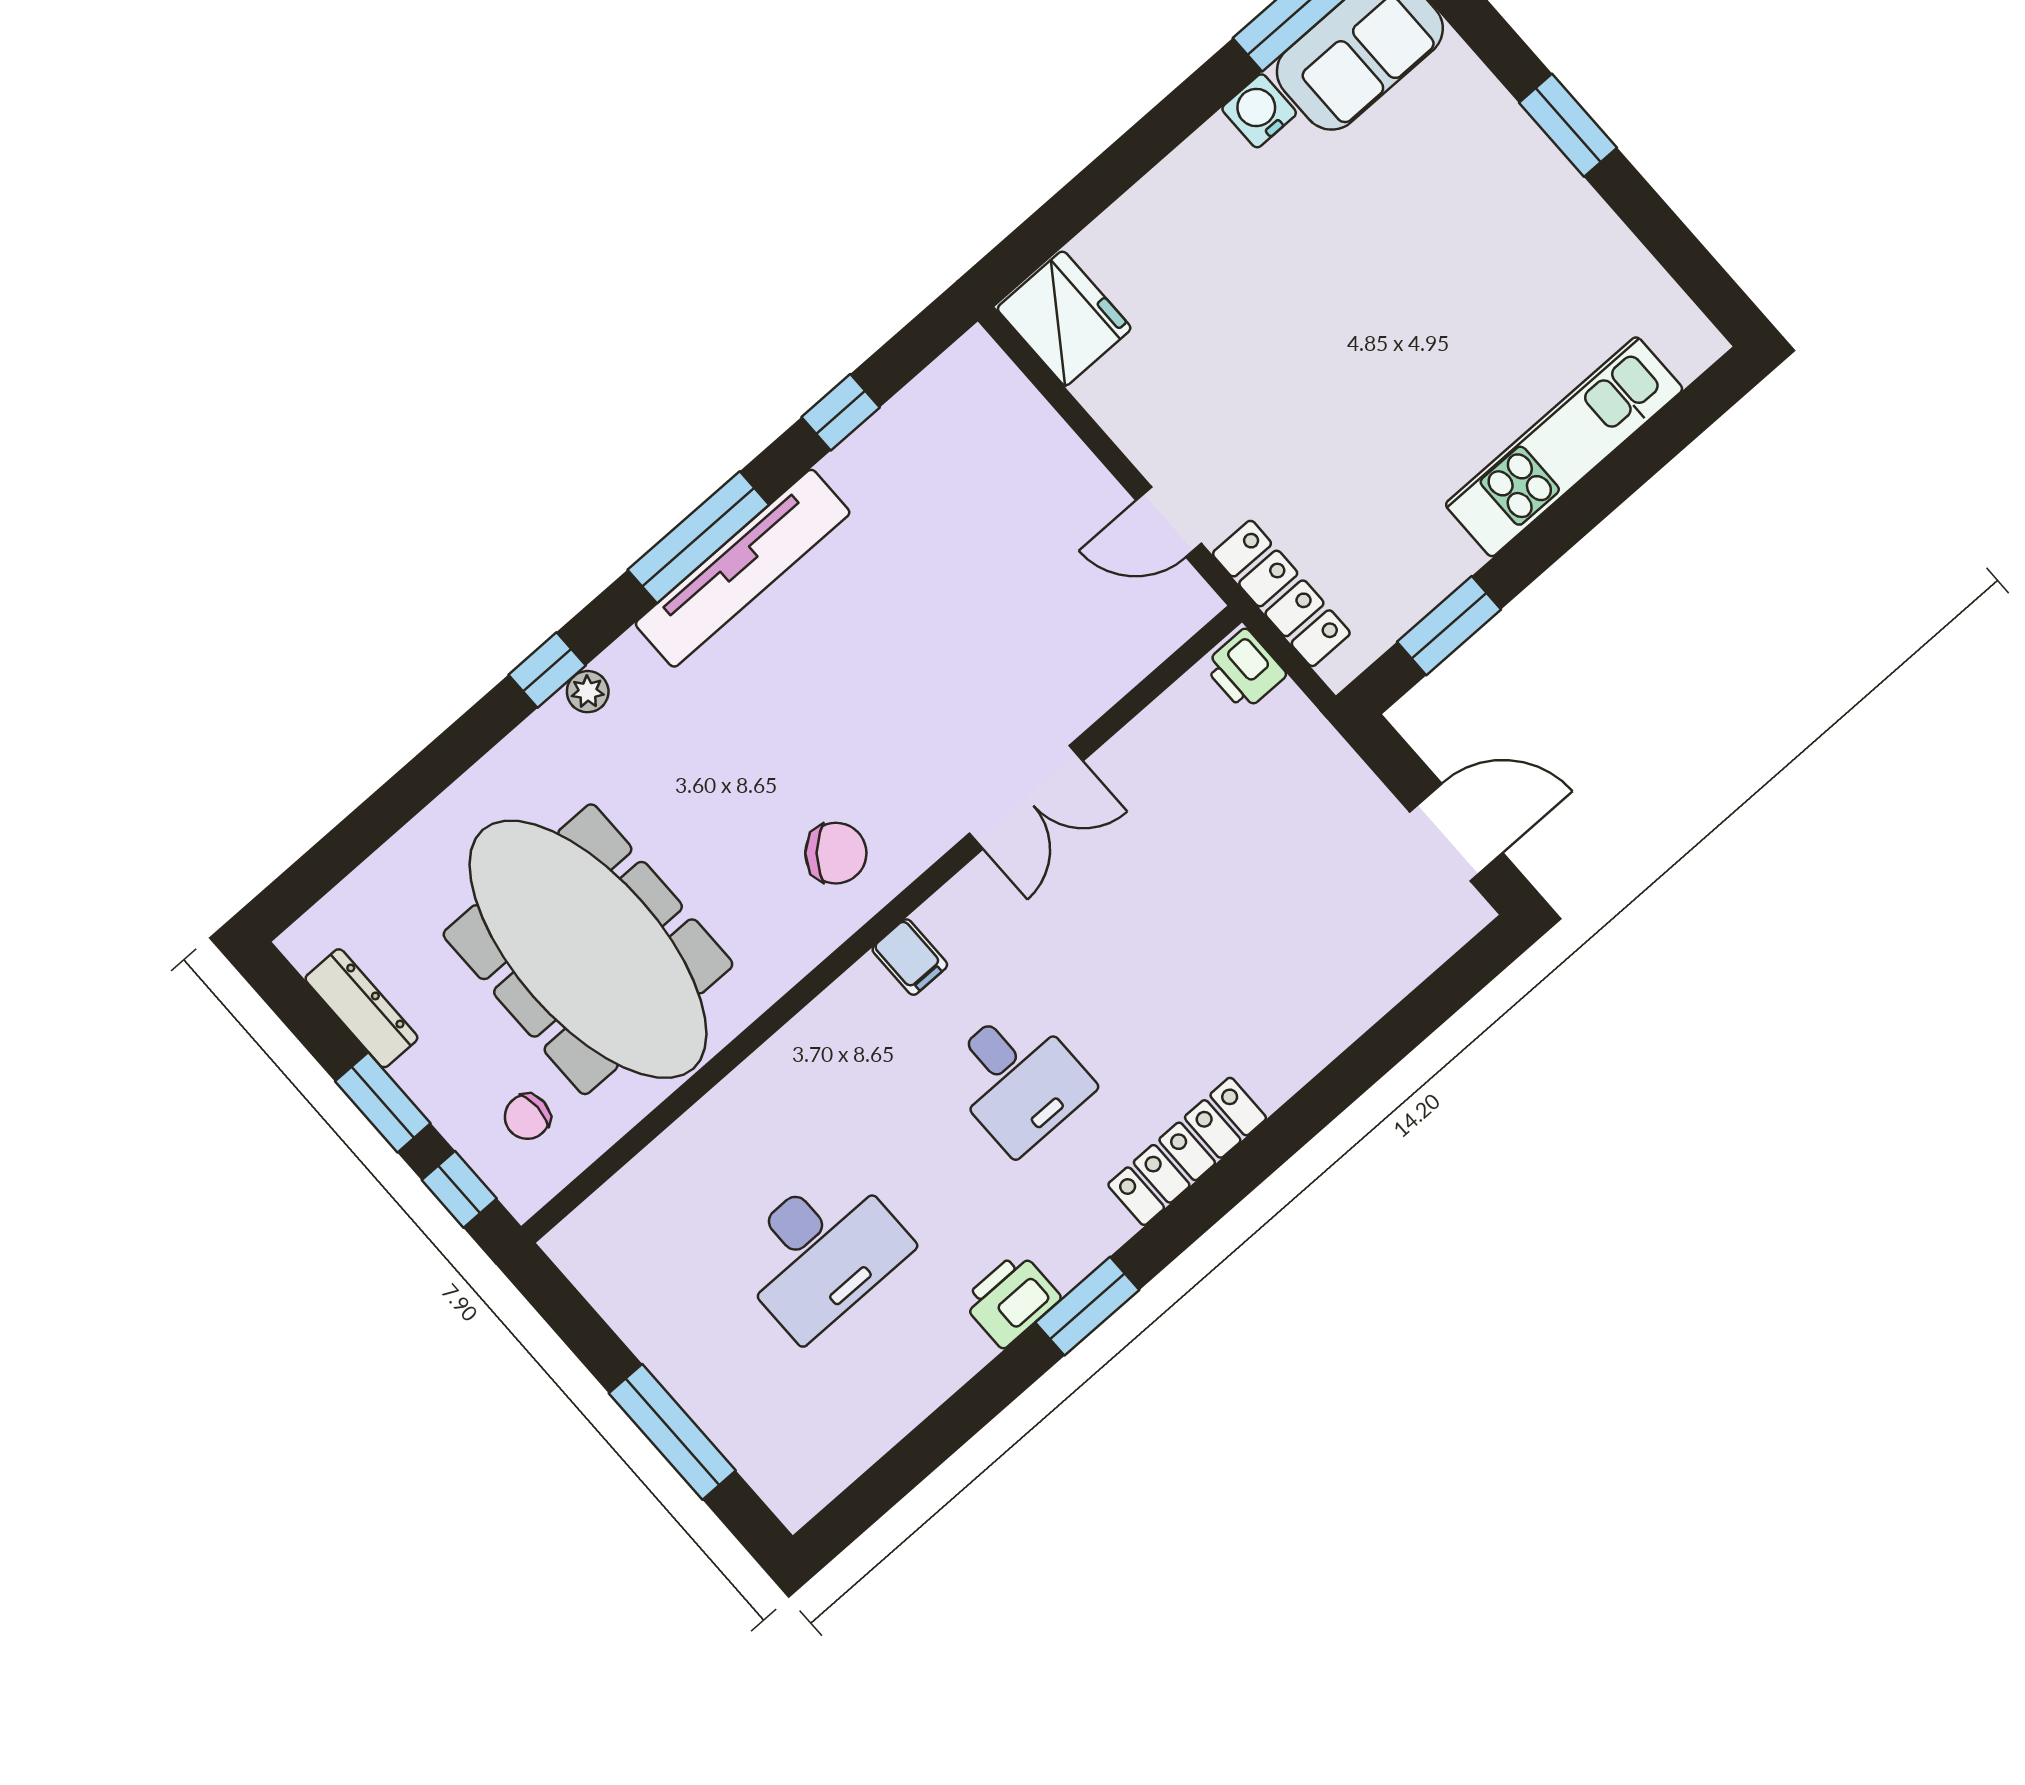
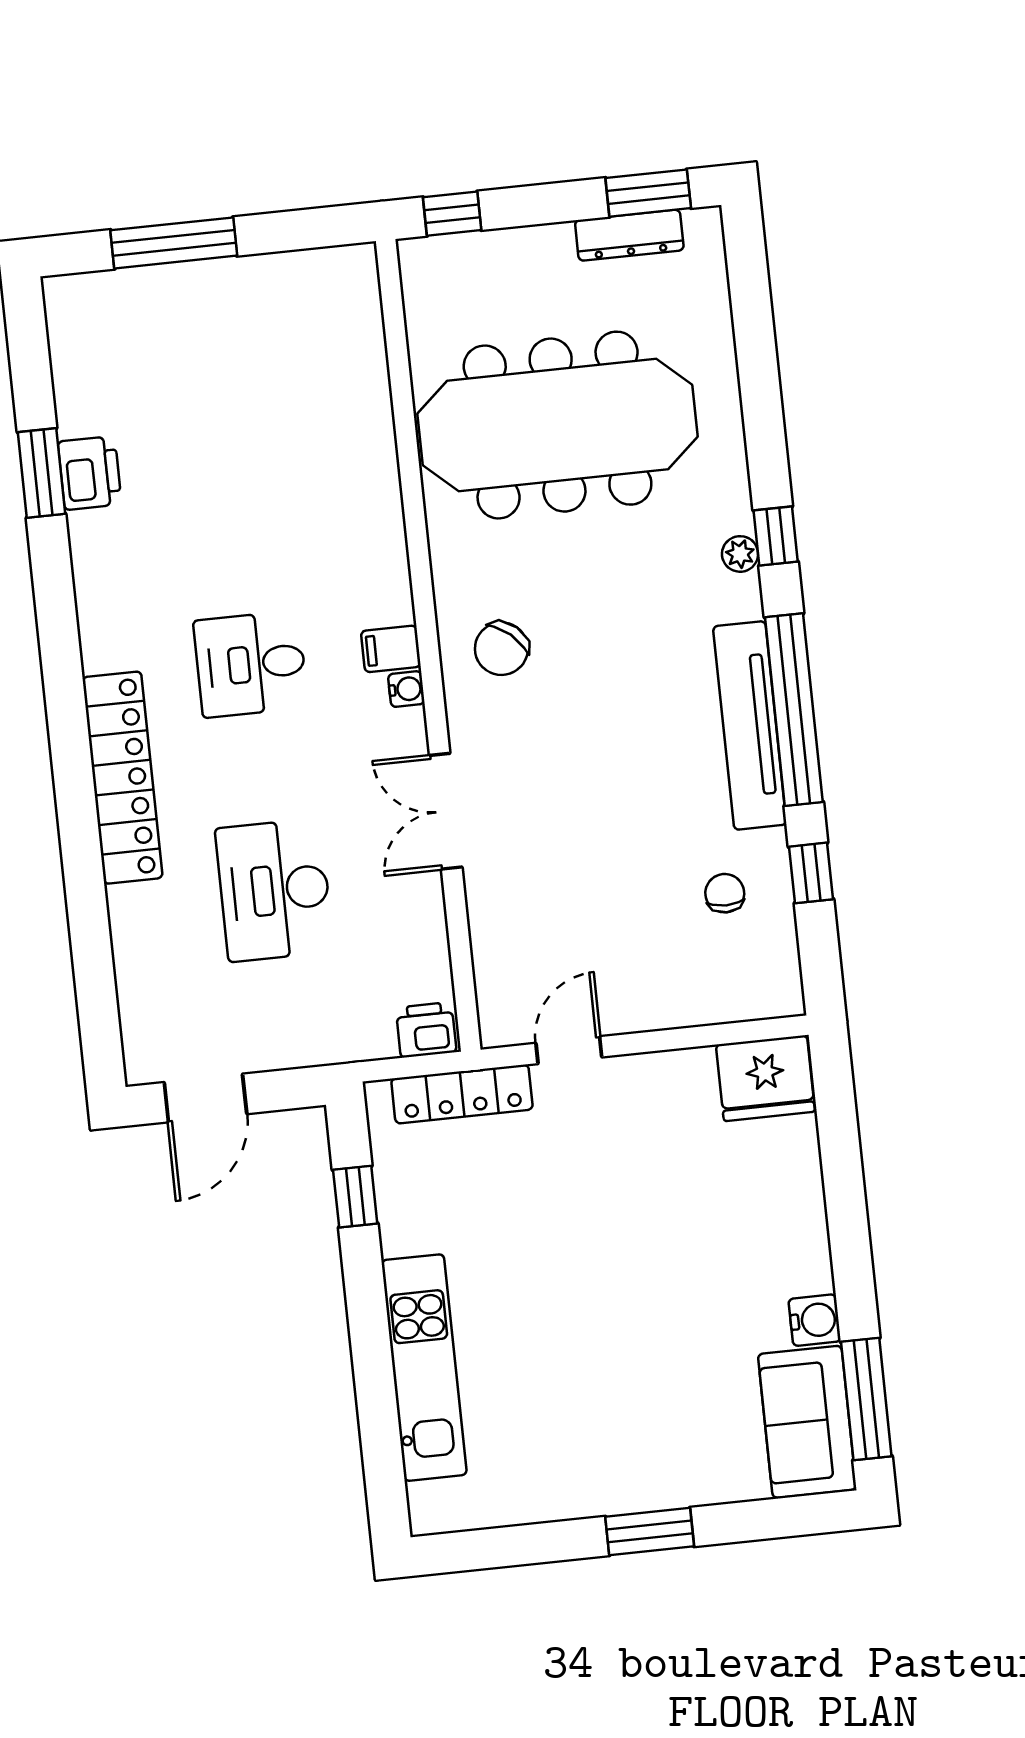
window: (698, 537) -> (794, 710), width x1.46
window: (1449, 626) -> (355, 1197), width x0.67
water cooler: (937, 916) -> (406, 689), added
window: (383, 1102) -> (648, 193), moved
chair: (527, 1117) -> (725, 893), moved
locker: (1187, 1151) -> (123, 778), width x1.41, depth x1.21
desk: (821, 1252) -> (274, 890), moved
printer: (1011, 1300) -> (90, 473), moved
window: (1087, 1306) -> (41, 473), moved

